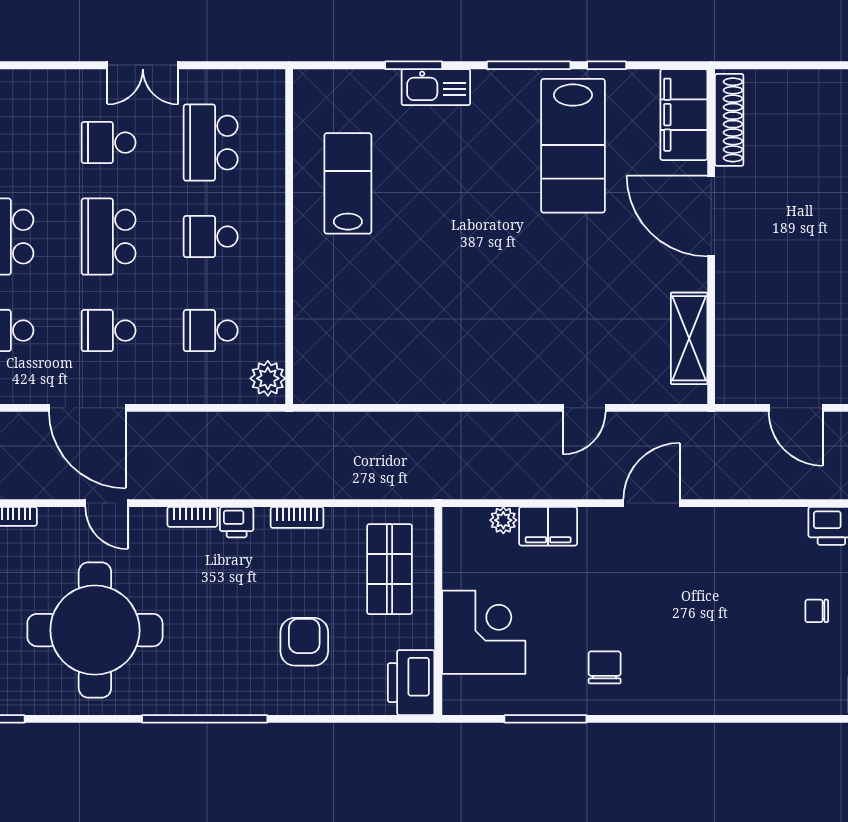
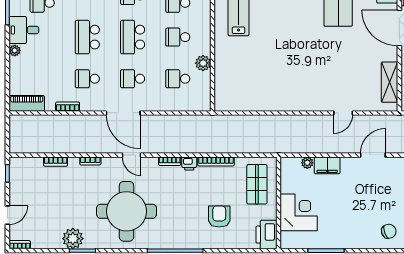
plant: (268, 378) -> (203, 63), moved
bookcase: (297, 517) -> (216, 161), width x1.56
chair: (605, 667) -> (389, 231), moved, turned 69

